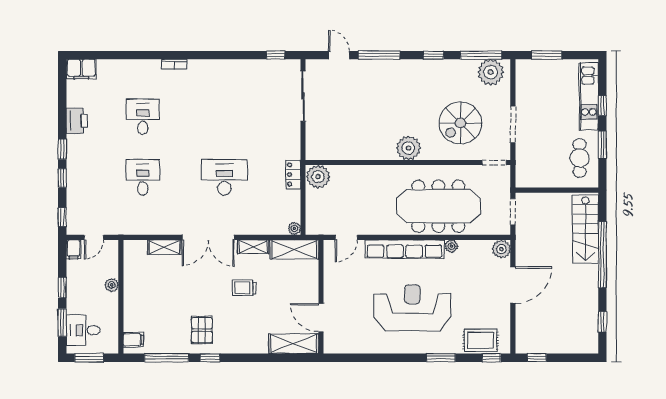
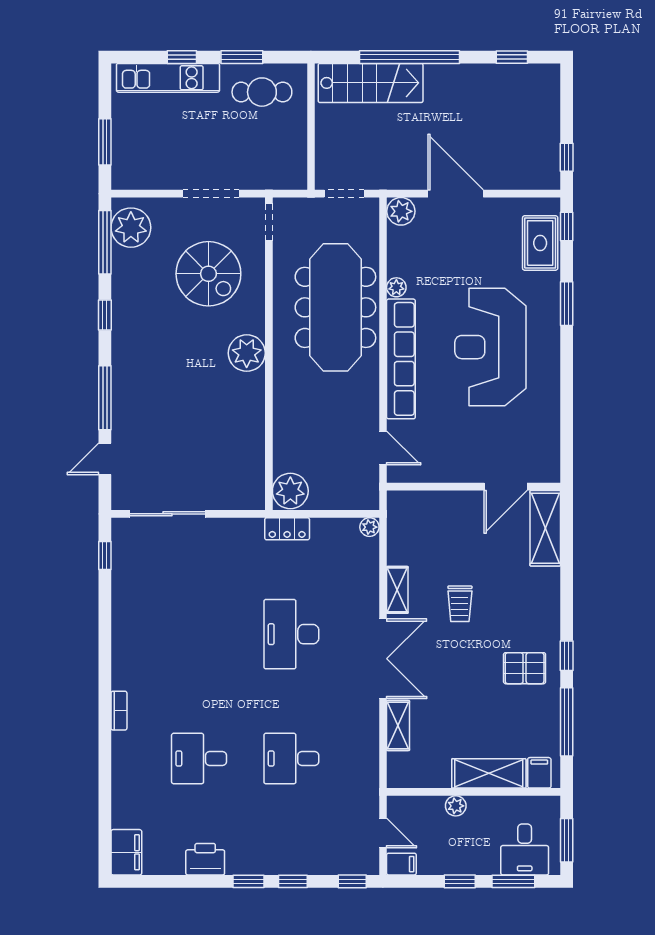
shelving: (294, 249) -> (489, 773), moved, turned 90

